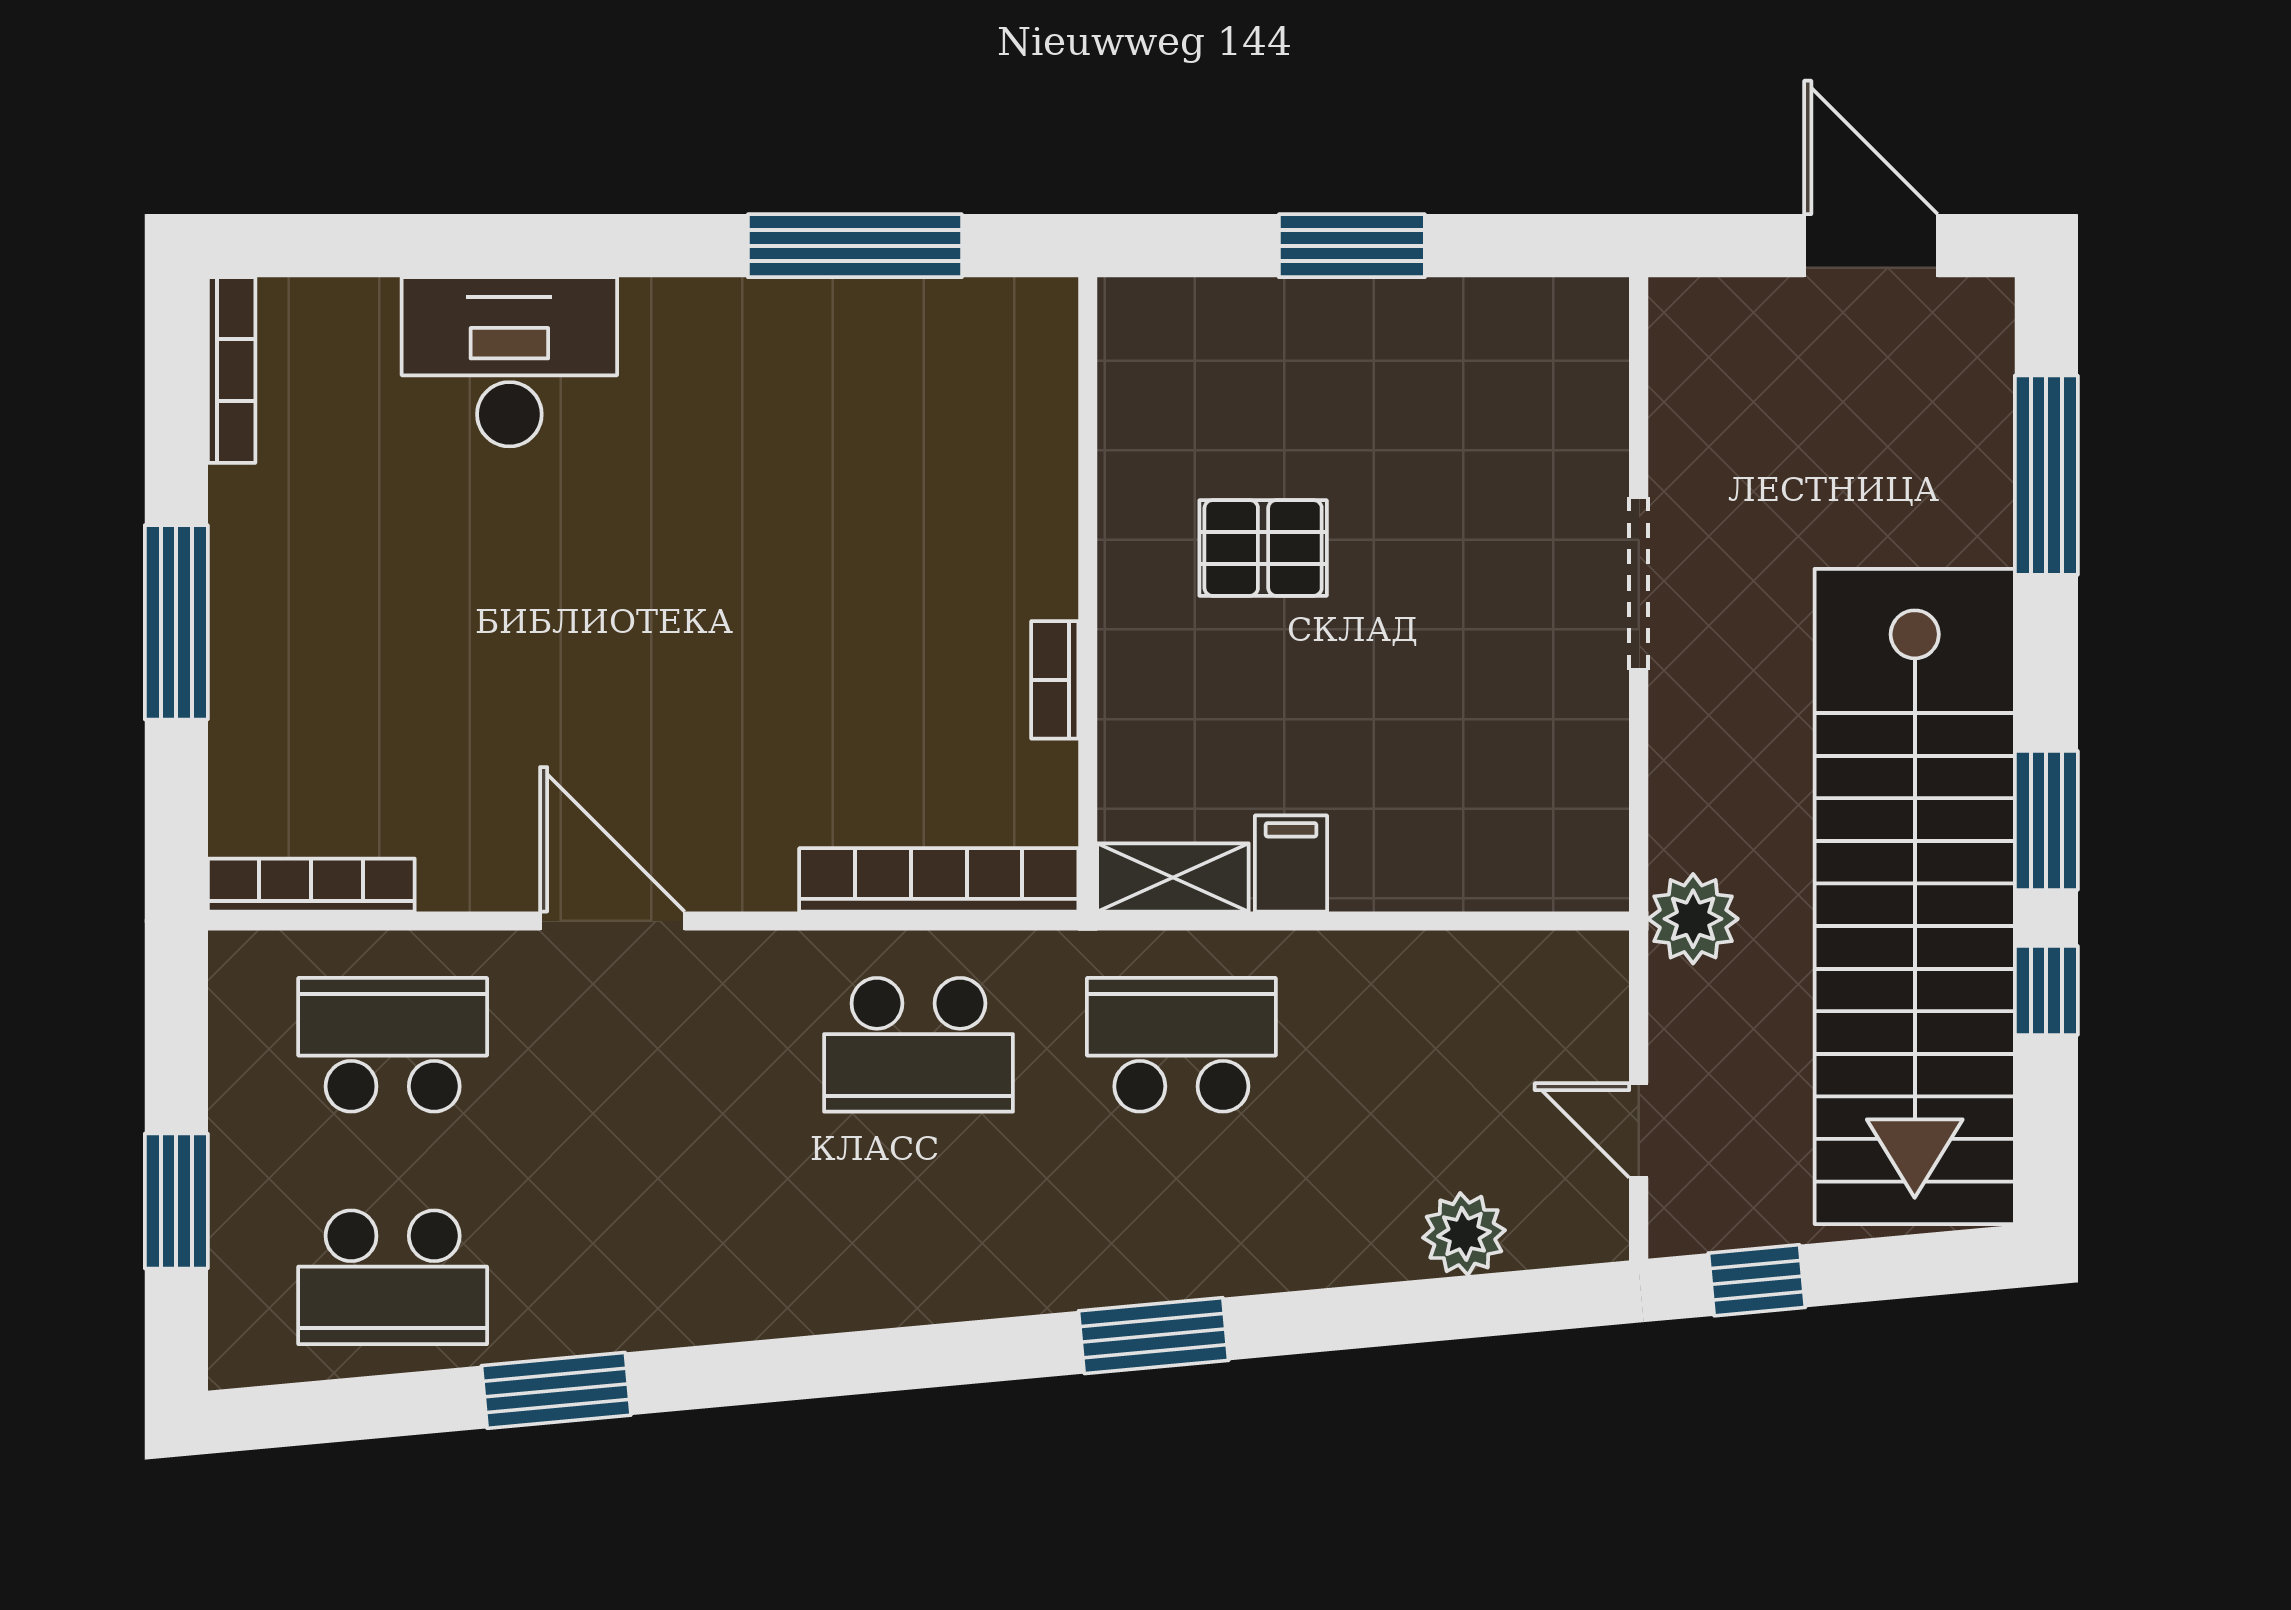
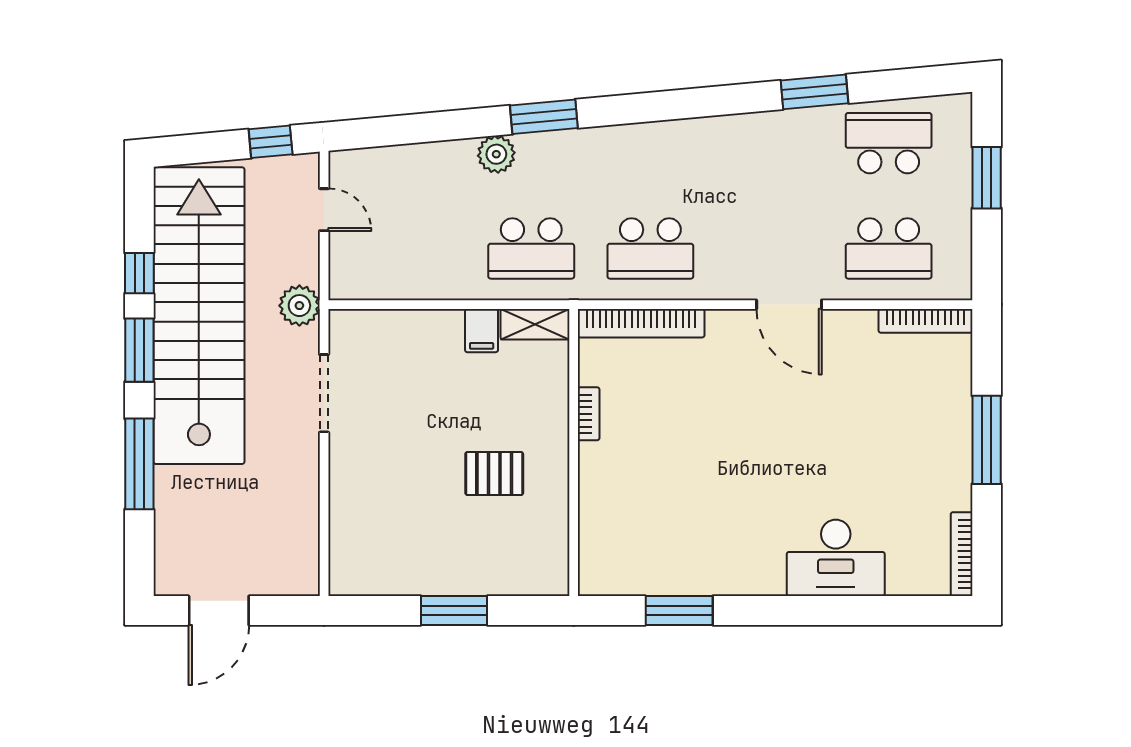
window: (855, 246) -> (679, 611), width x0.69
door: (1871, 246) -> (219, 611), hinge flipped
window: (2046, 475) -> (139, 464), moved
doorway: (1639, 583) -> (324, 393), moved
school desk: (918, 1045) -> (650, 248), turned 180
plant: (1464, 1234) -> (496, 154), moved

